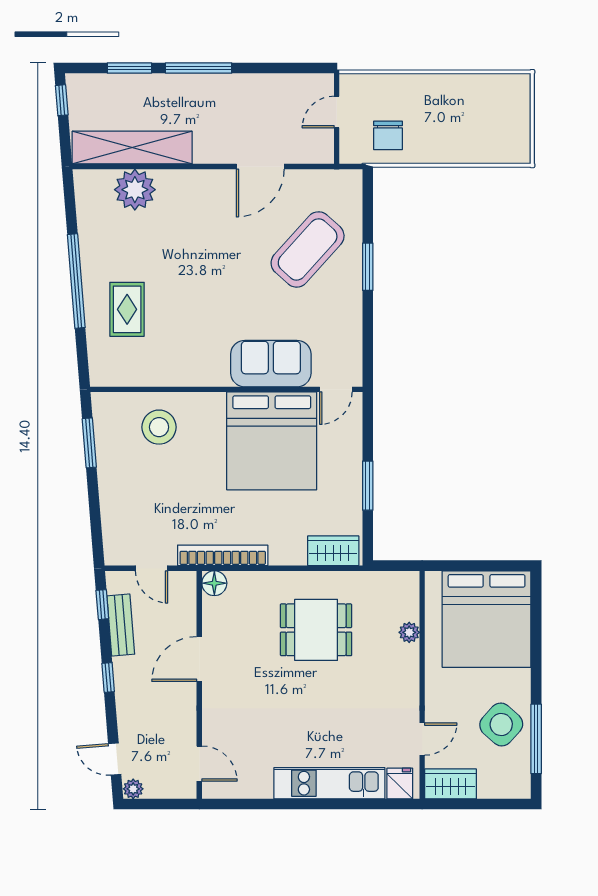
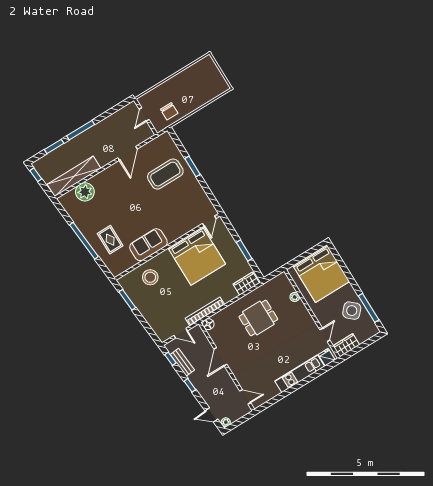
coffee table: (308, 249) -> (165, 174), turned 48
sofa: (271, 364) -> (148, 245), moved

